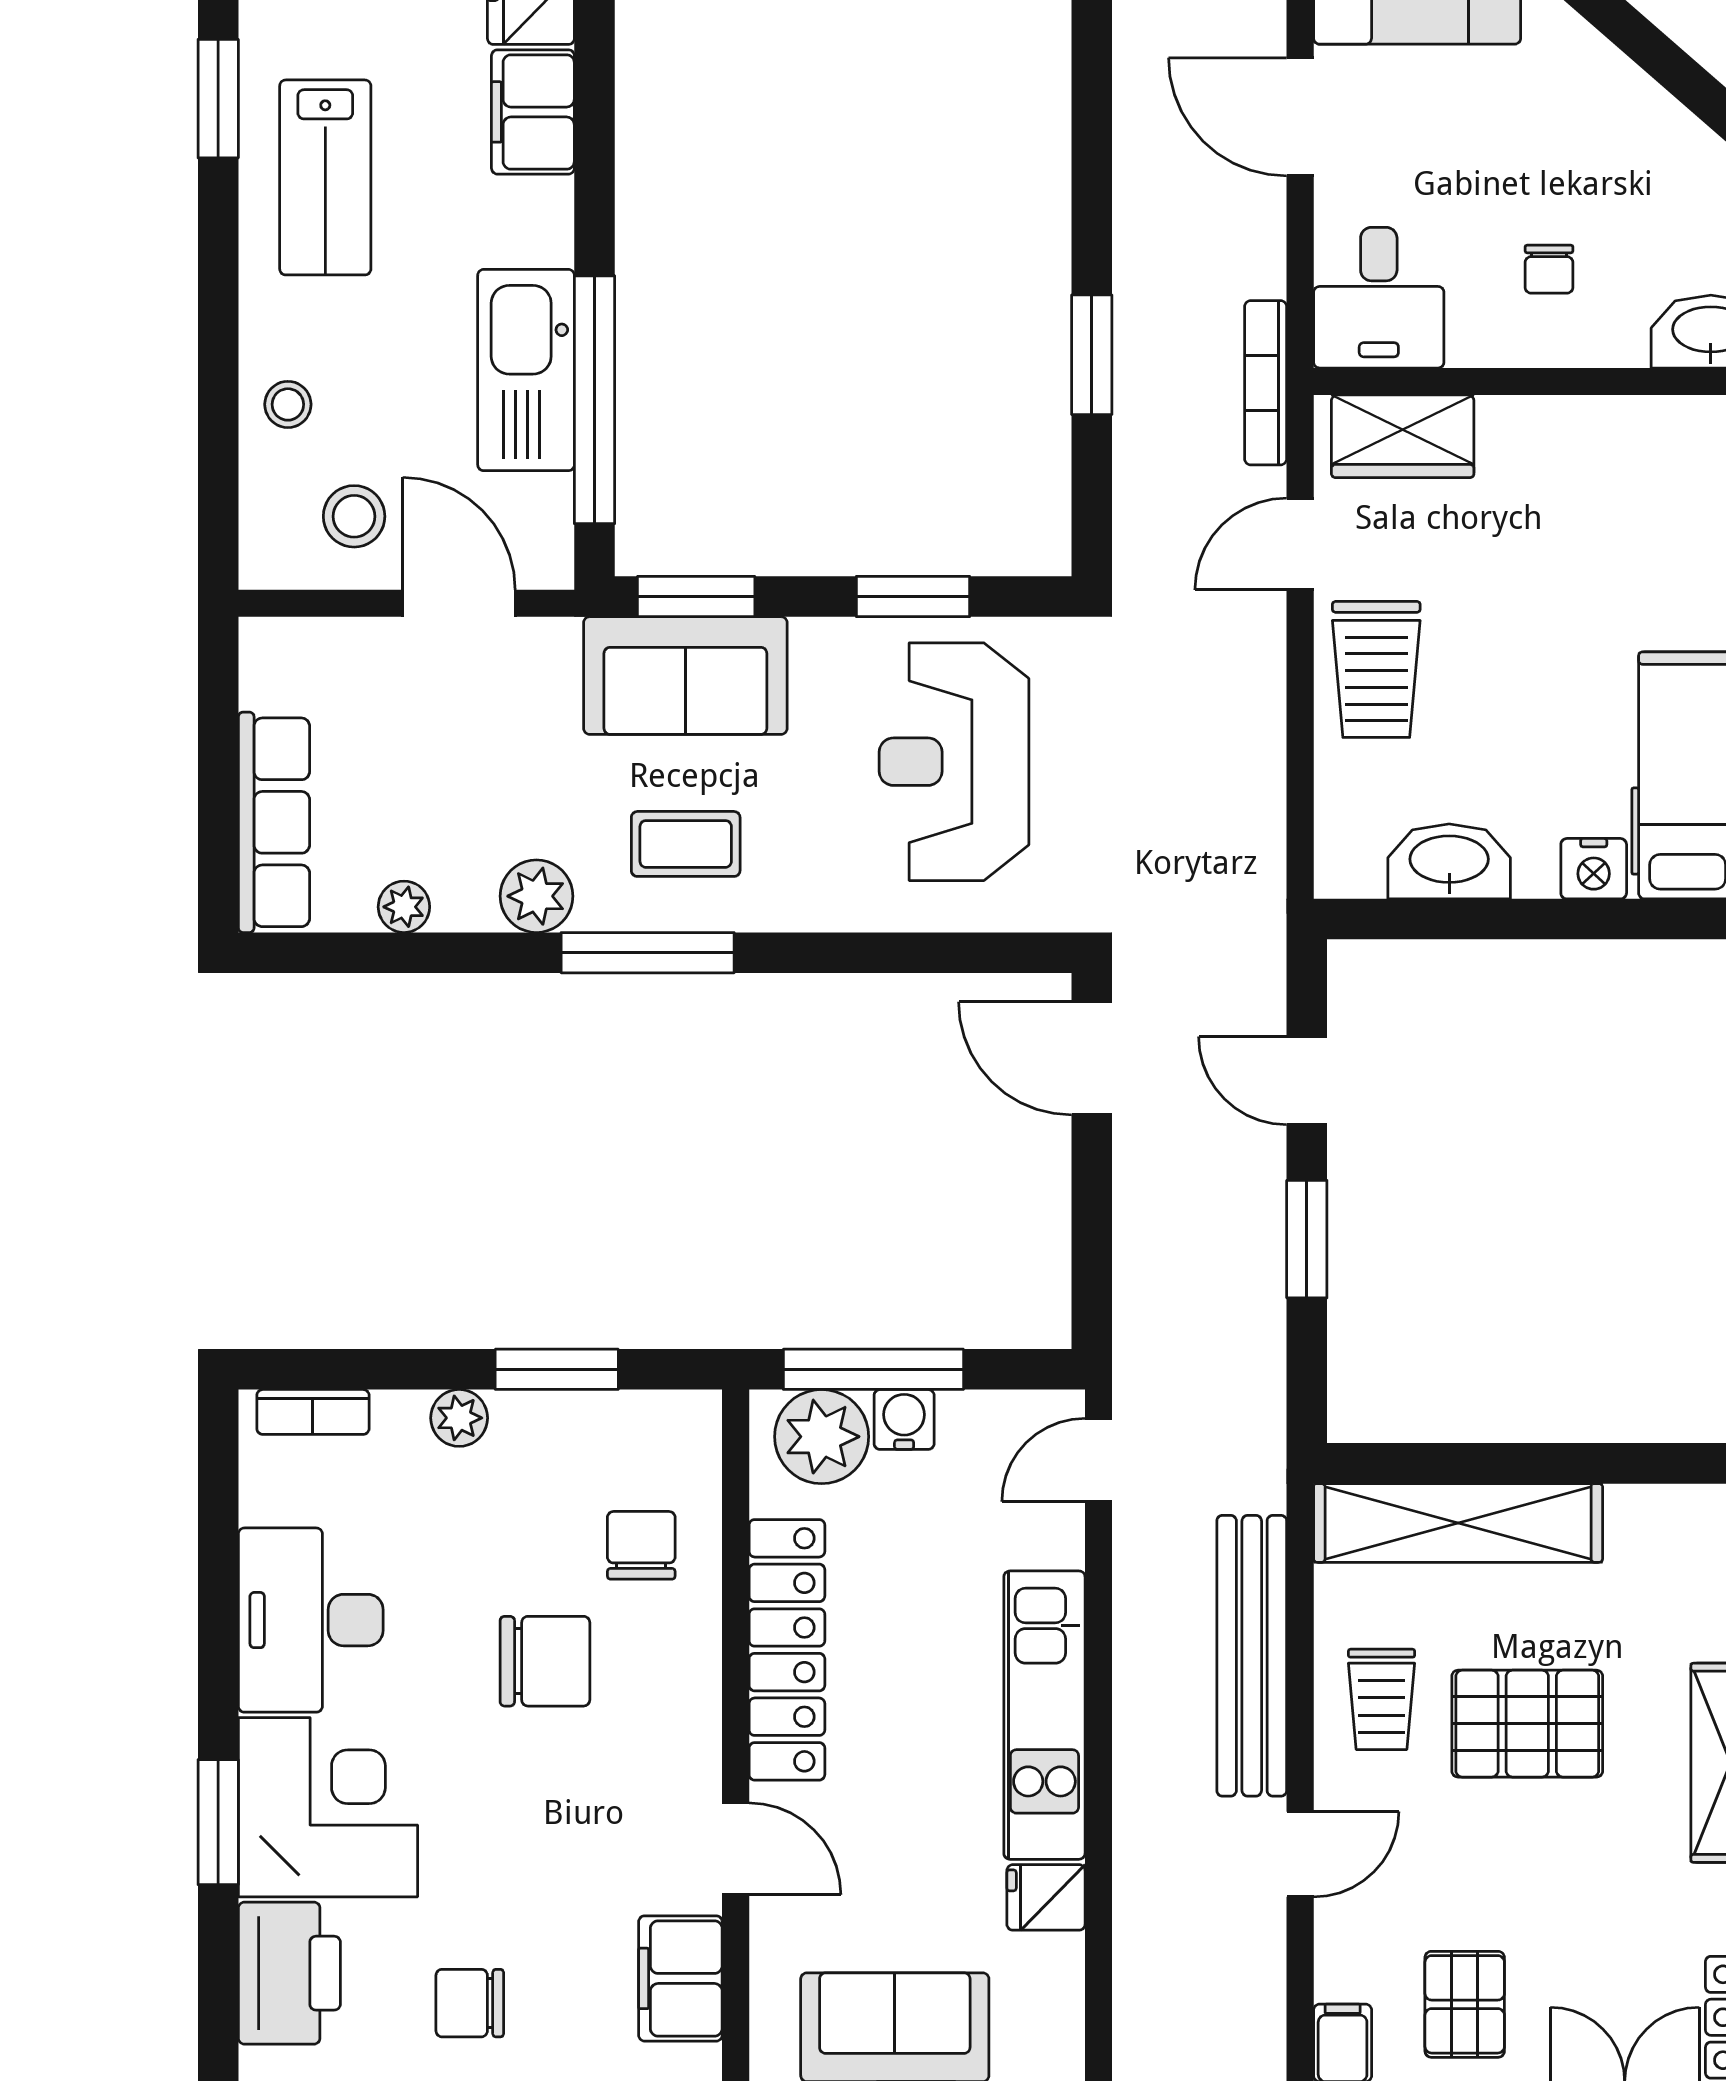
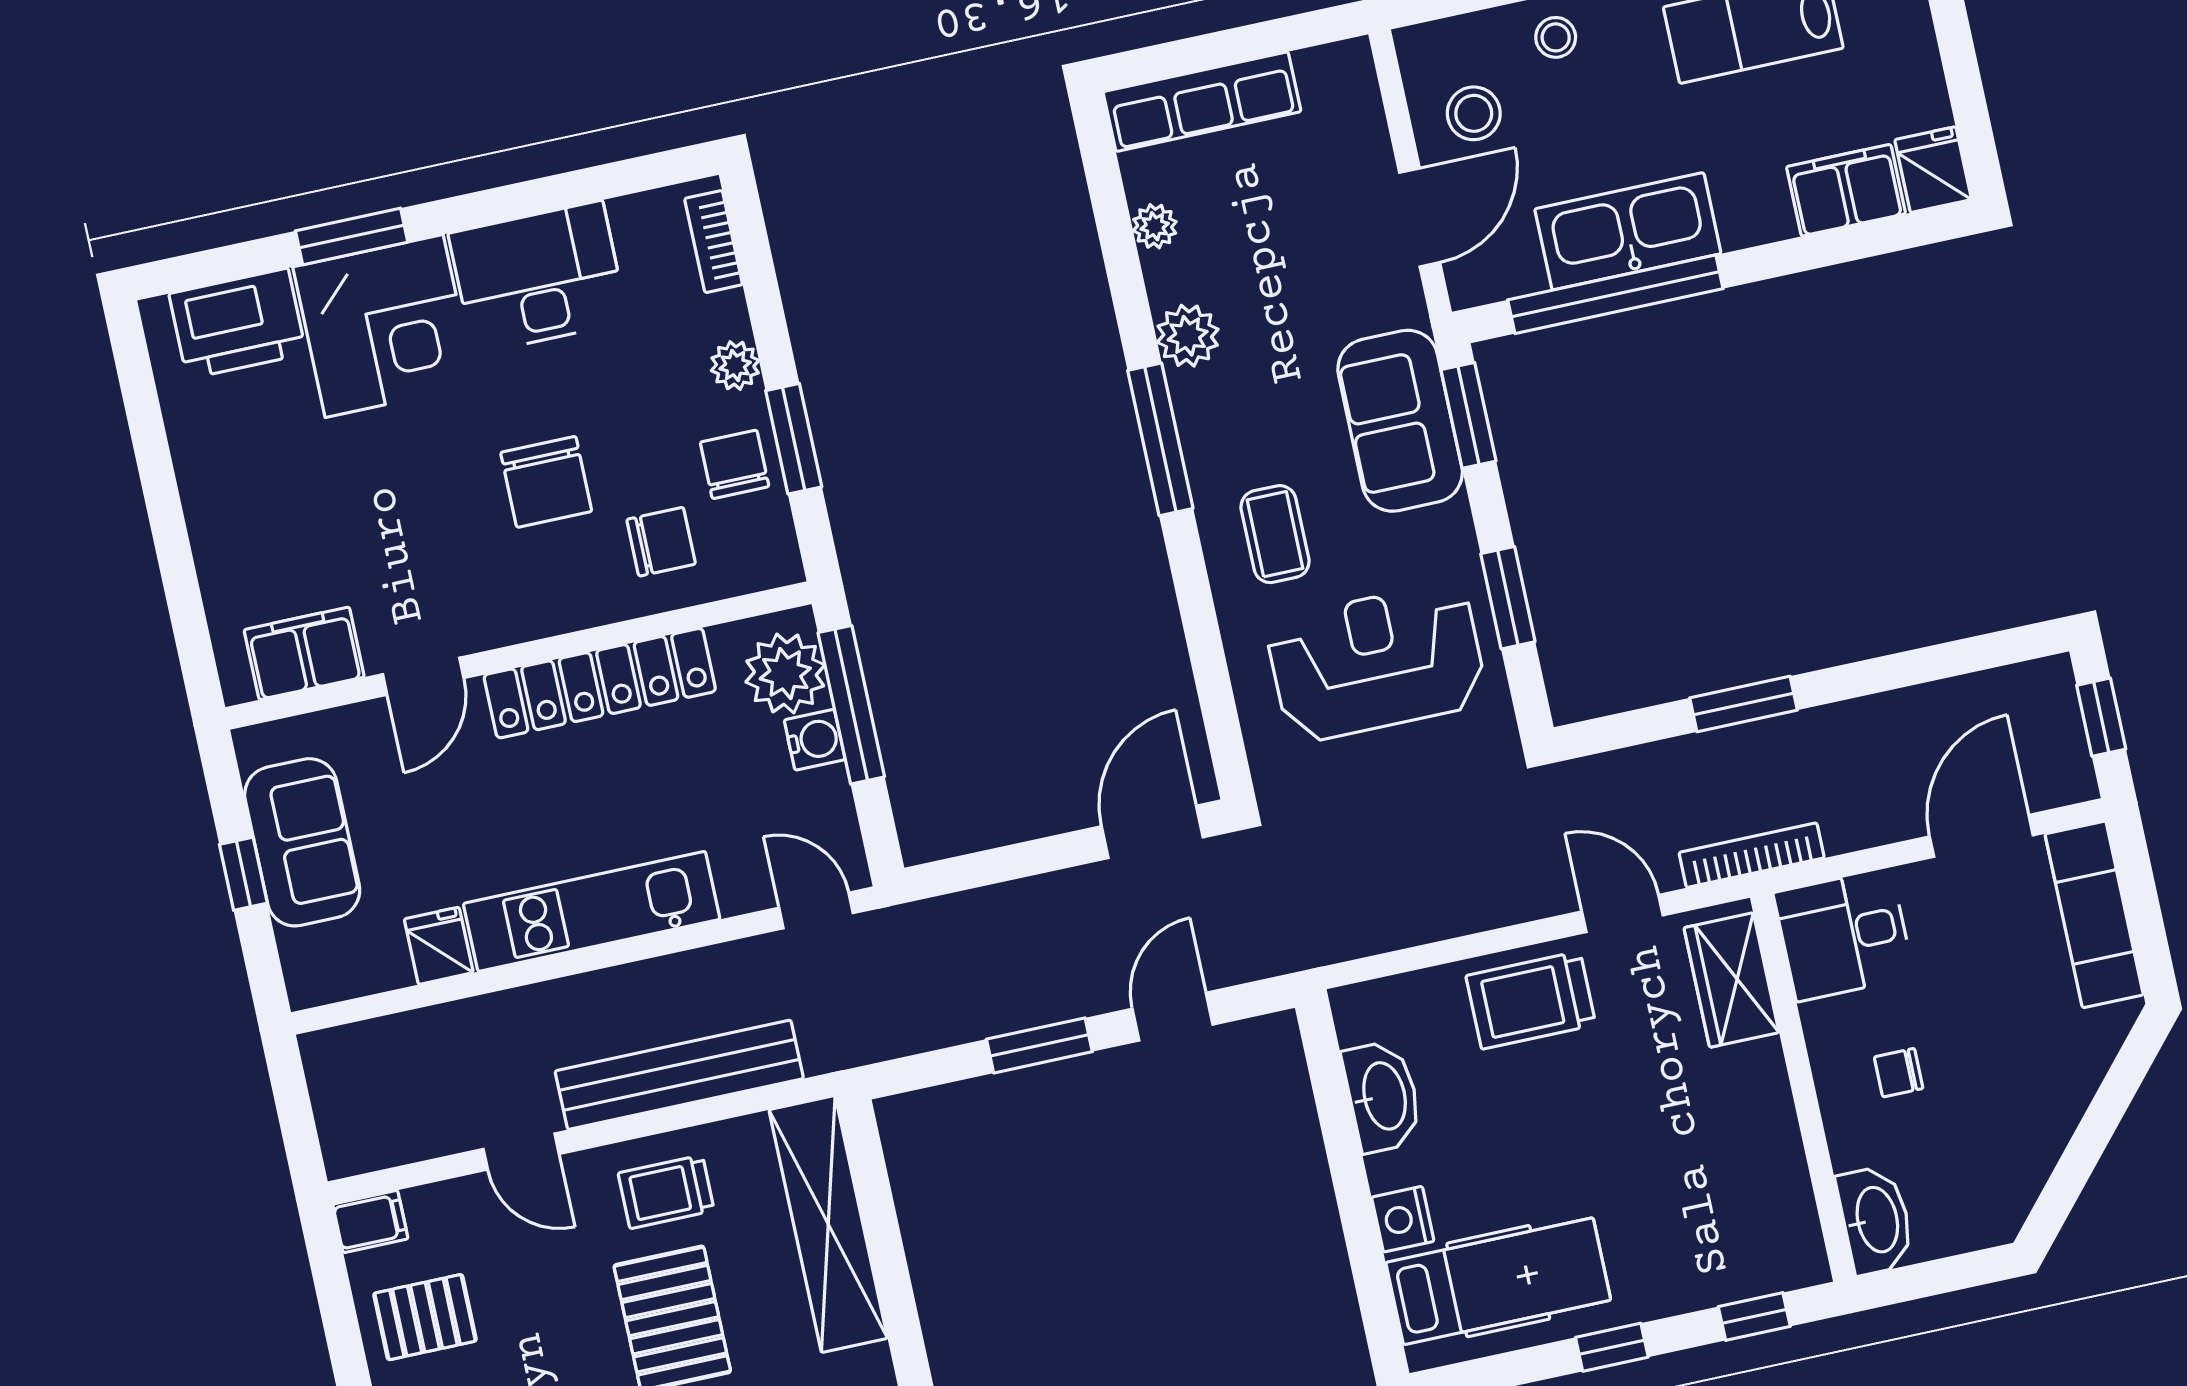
coffee table: (686, 844) -> (1275, 534), moved
chair: (470, 2003) -> (735, 464), moved

